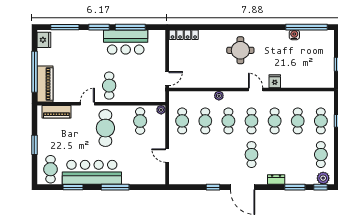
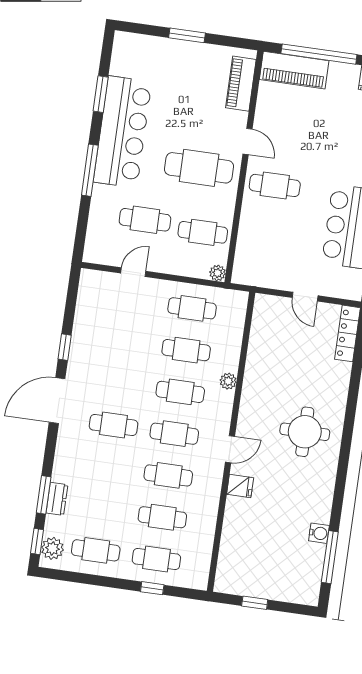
window: (306, 27) -> (330, 557), width x0.68
door: (167, 79) -> (305, 297), moved
cafe table: (51, 169) -> (145, 220), moved
dresser: (276, 179) -> (57, 499), moved

